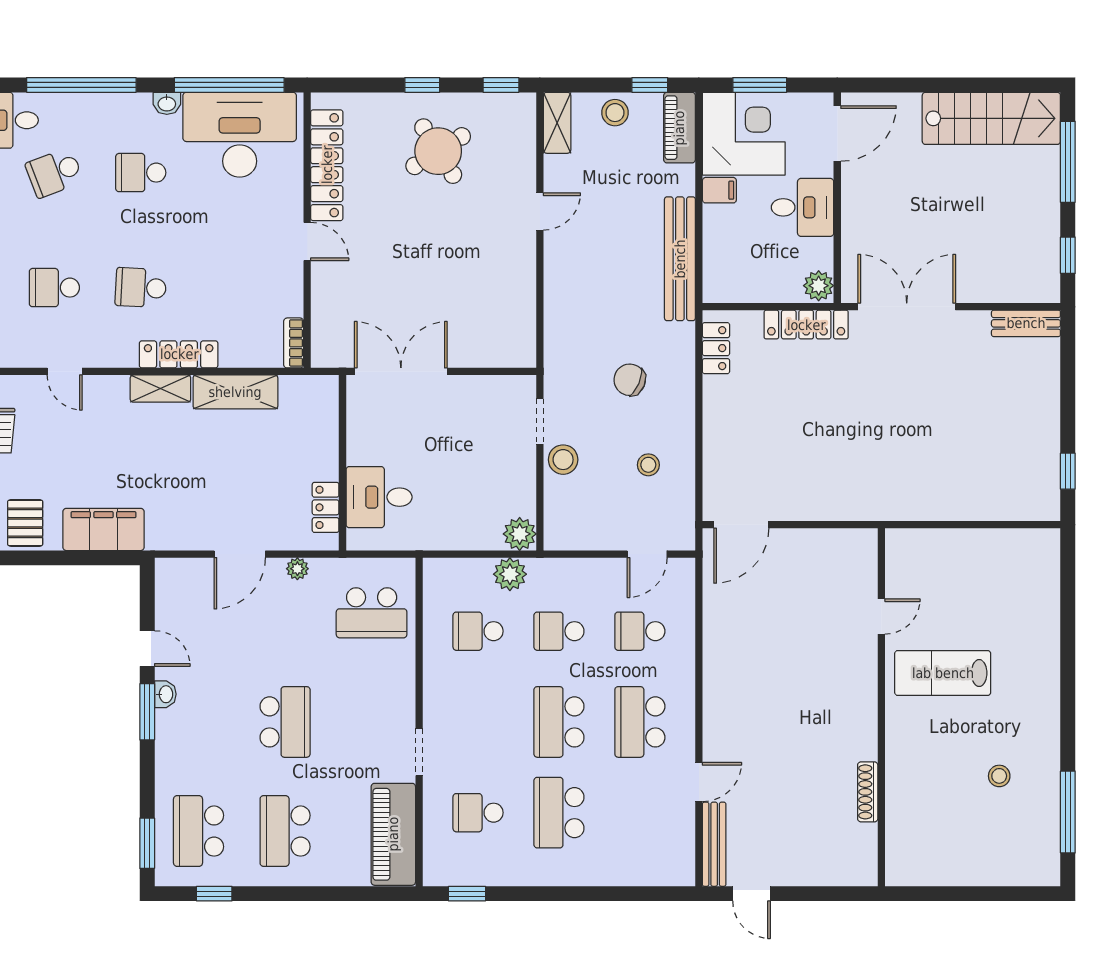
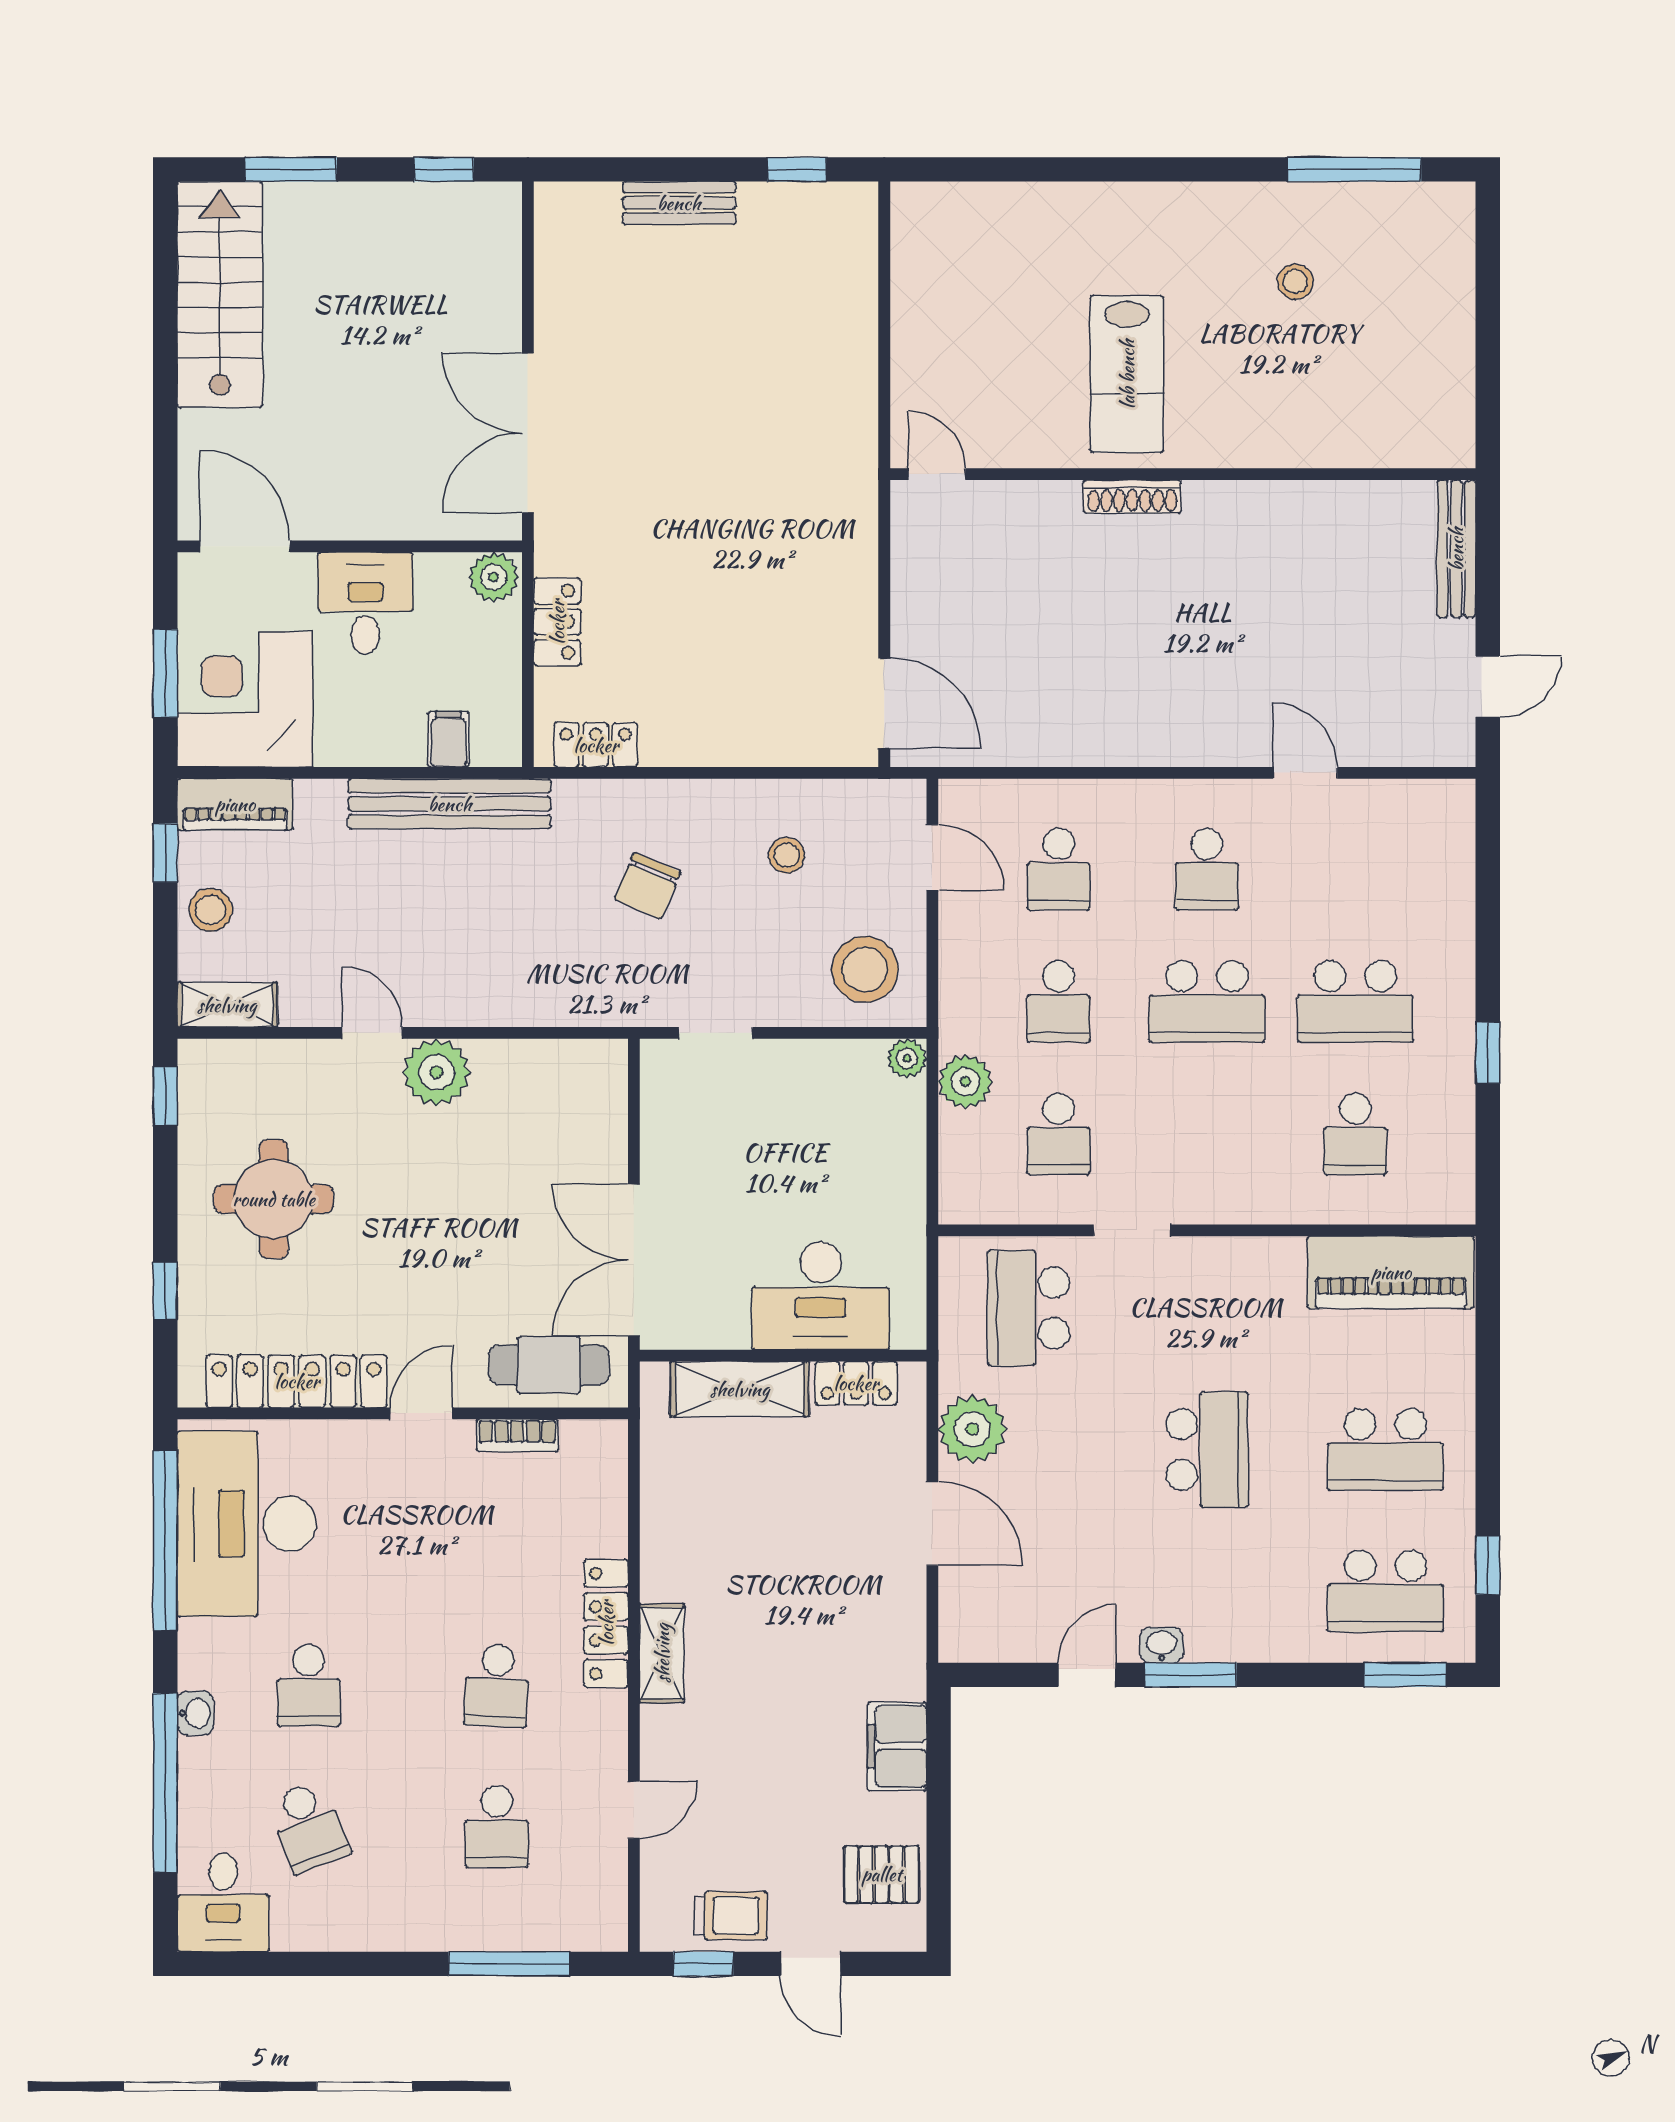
window: (422, 85) -> (165, 1291), moved
washbasin: (167, 103) -> (195, 1713), moved
round table: (438, 151) -> (274, 1199), turned 32
window: (1068, 162) -> (291, 169), width x0.69
filing cabinet: (719, 190) -> (448, 739), moved
plant: (516, 251) -> (436, 1072), added
cafe table: (337, 319) -> (549, 1365), added
bench: (1026, 323) -> (679, 203), moved, turned 90
locker: (806, 325) -> (557, 622), width x0.66
bookcase: (294, 343) -> (517, 1435), moved
shelving: (235, 392) -> (740, 1389), moved, turned 90
stool: (563, 460) -> (865, 969), moved, width x1.38, depth x1.38
desk: (379, 497) -> (821, 1296), width x1.37
filing cabinet: (103, 529) -> (897, 1746), width x0.67, depth x0.86
plant: (520, 534) -> (907, 1058), width x0.73, depth x0.73
plant: (297, 569) -> (972, 1429), width x1.88, depth x1.88
school desk: (372, 613) -> (1029, 1308), turned 180
door: (881, 617) -> (937, 474), moved
school desk: (285, 722) -> (1207, 1449), turned 90
school desk: (640, 722) -> (1207, 869), width x0.54
doorway: (419, 752) -> (1132, 1230), moved
shoe rack: (868, 792) -> (1132, 497), moved
bench: (714, 844) -> (1456, 549), moved, turned 90
window: (467, 894) -> (1488, 1053), moved

